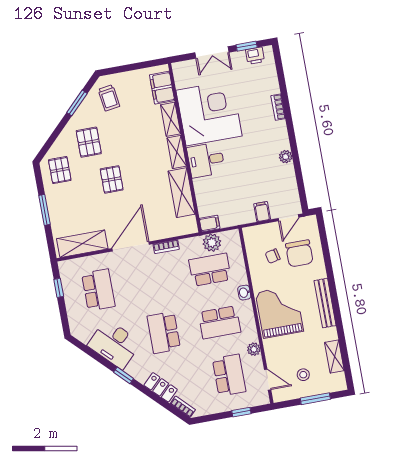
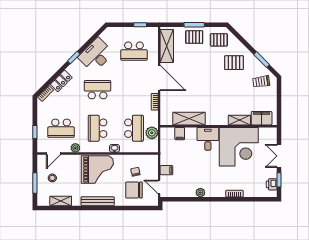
shelving: (177, 152) -> (217, 120), removed
pallet: (112, 179) -> (194, 37), moved
filing cabinet: (210, 223) -> (180, 134), moved

